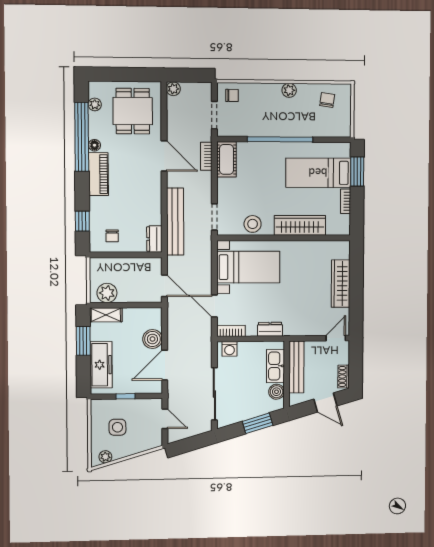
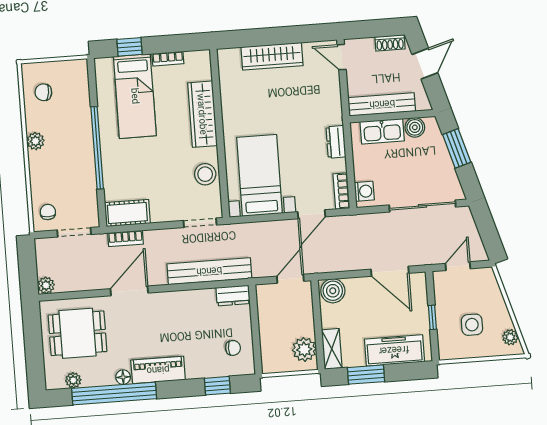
window: (357, 172) -> (129, 47), width x0.67
boiler: (152, 339) -> (333, 291), moved

